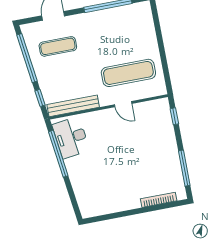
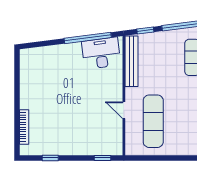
door: (123, 104) -> (124, 110), hinge flipped
window: (184, 168) -> (50, 158), width x0.46

